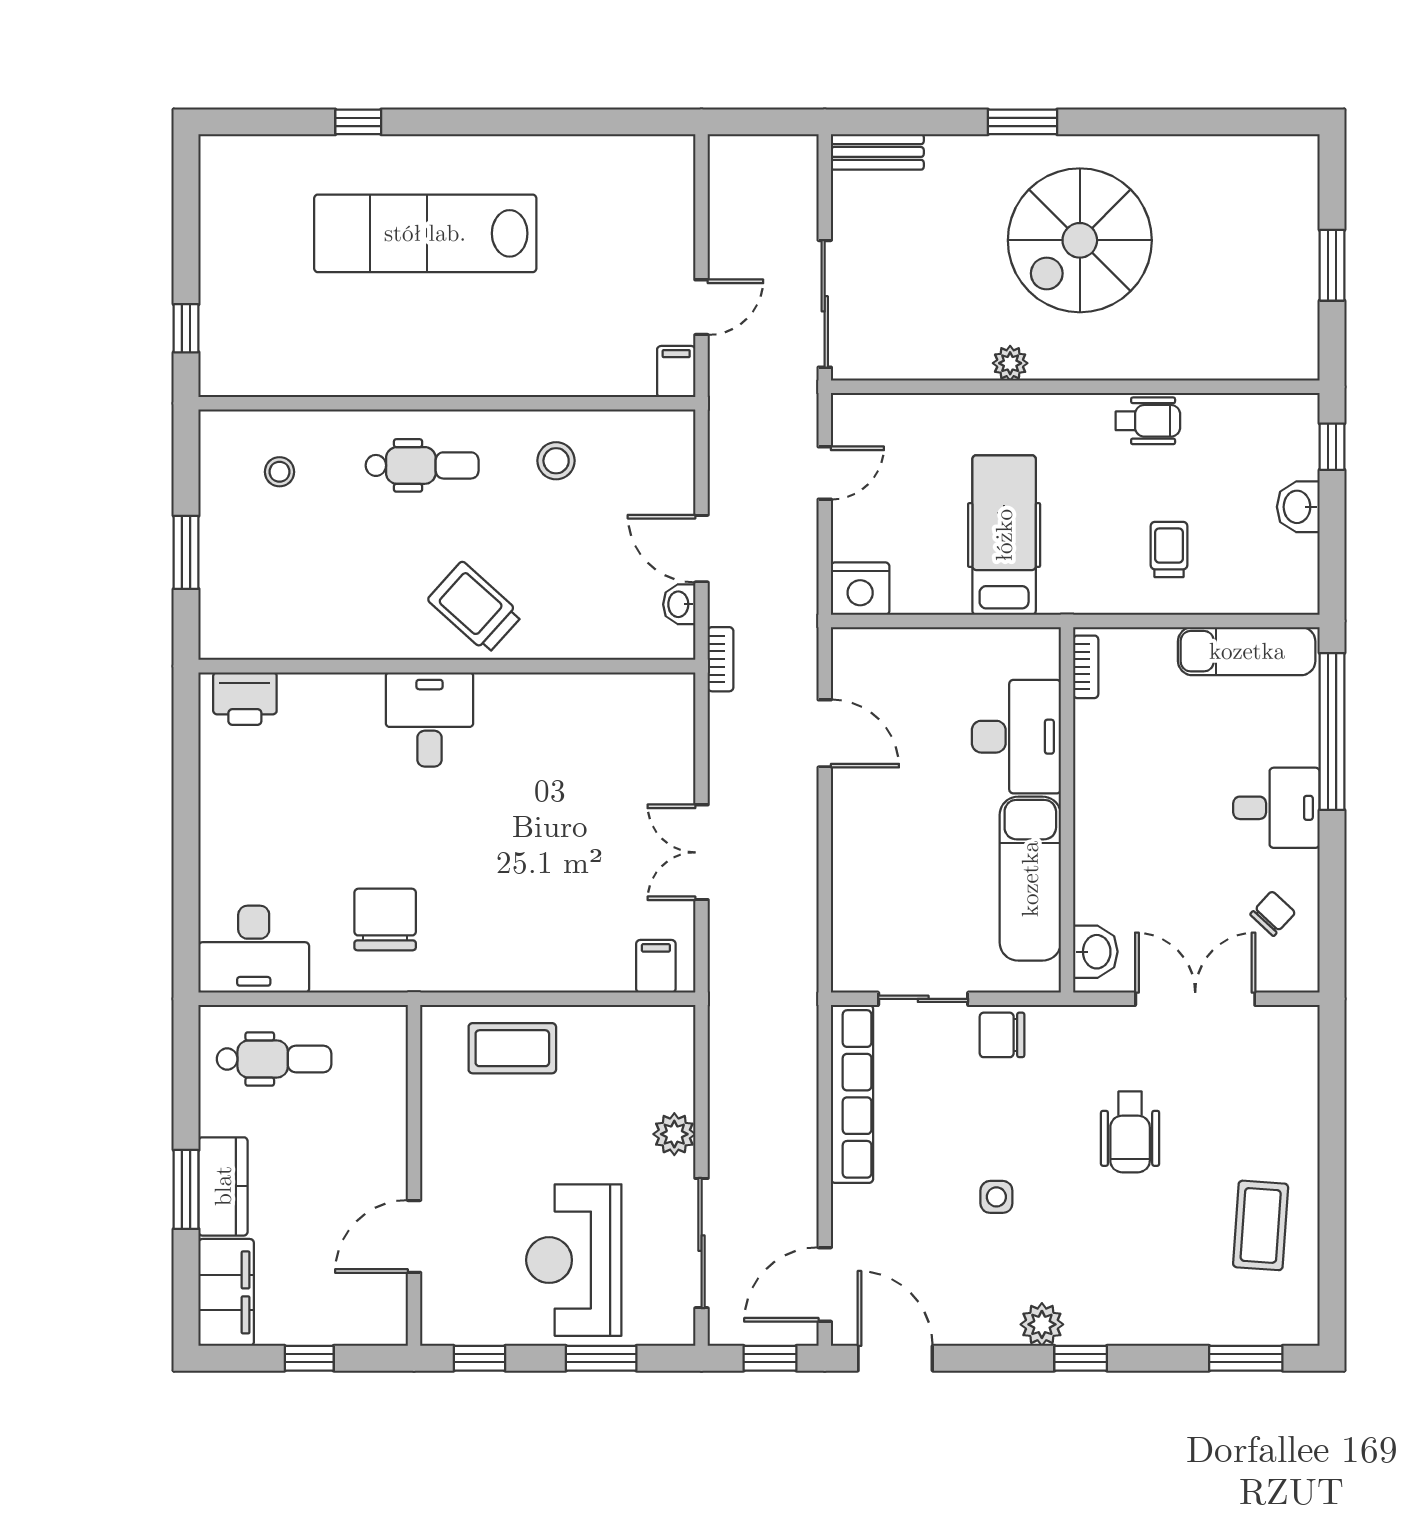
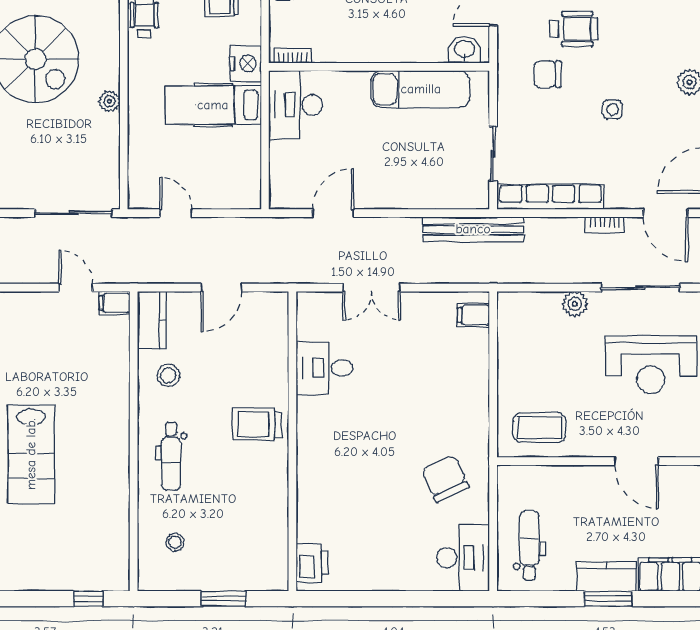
lab bench: (425, 233) -> (31, 454), width x0.73
kitchen counter: (647, 433) -> (152, 320), added
dental chair: (422, 465) -> (171, 456), turned 180
nightstand: (860, 589) -> (245, 64), moved
washbasin: (679, 604) -> (255, 301), removed
trolley: (475, 607) -> (257, 424), turned 48
bookcase: (721, 659) -> (605, 225), moved, turned 180
desk: (430, 719) -> (324, 368), moved
desk: (1016, 737) -> (296, 105), moved, turned -90
double door: (702, 852) -> (371, 288), moved
chair: (385, 919) -> (445, 479), turned 65
bench: (798, 966) -> (473, 229), added
chair: (1002, 1035) -> (547, 74), moved, turned 90
coffee table: (512, 1048) -> (540, 427), moved, turned 90

